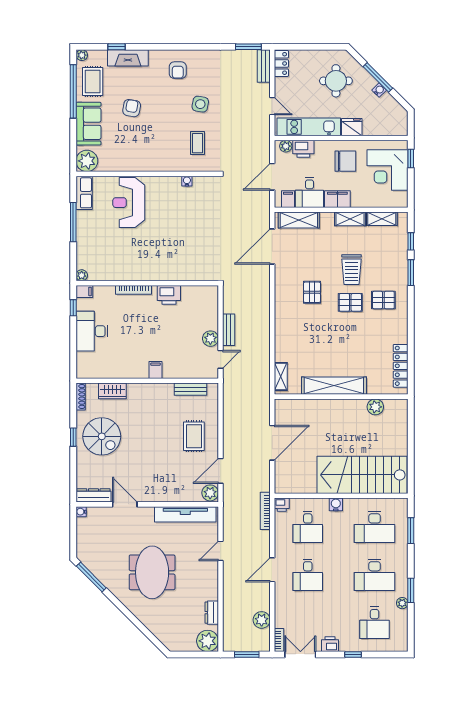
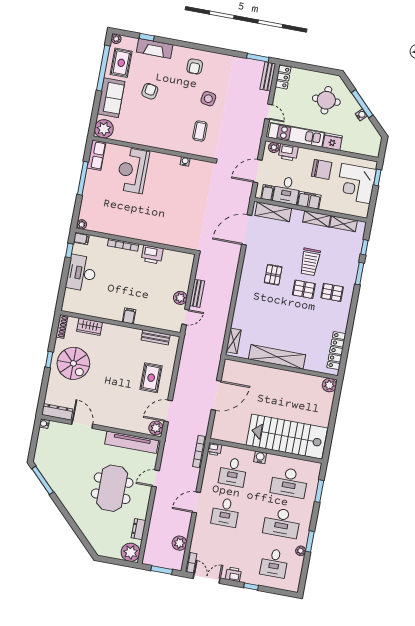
plant: (375, 407) -> (329, 385), moved
meeting table: (152, 572) -> (112, 488), moved

